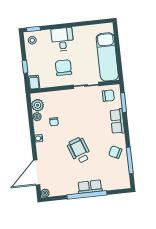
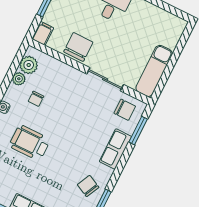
exam couch: (107, 57) -> (154, 71), width x0.73, depth x0.69
chair: (63, 68) -> (78, 47), moved
wheelchair: (79, 150) -> (30, 143), moved, turned -70

